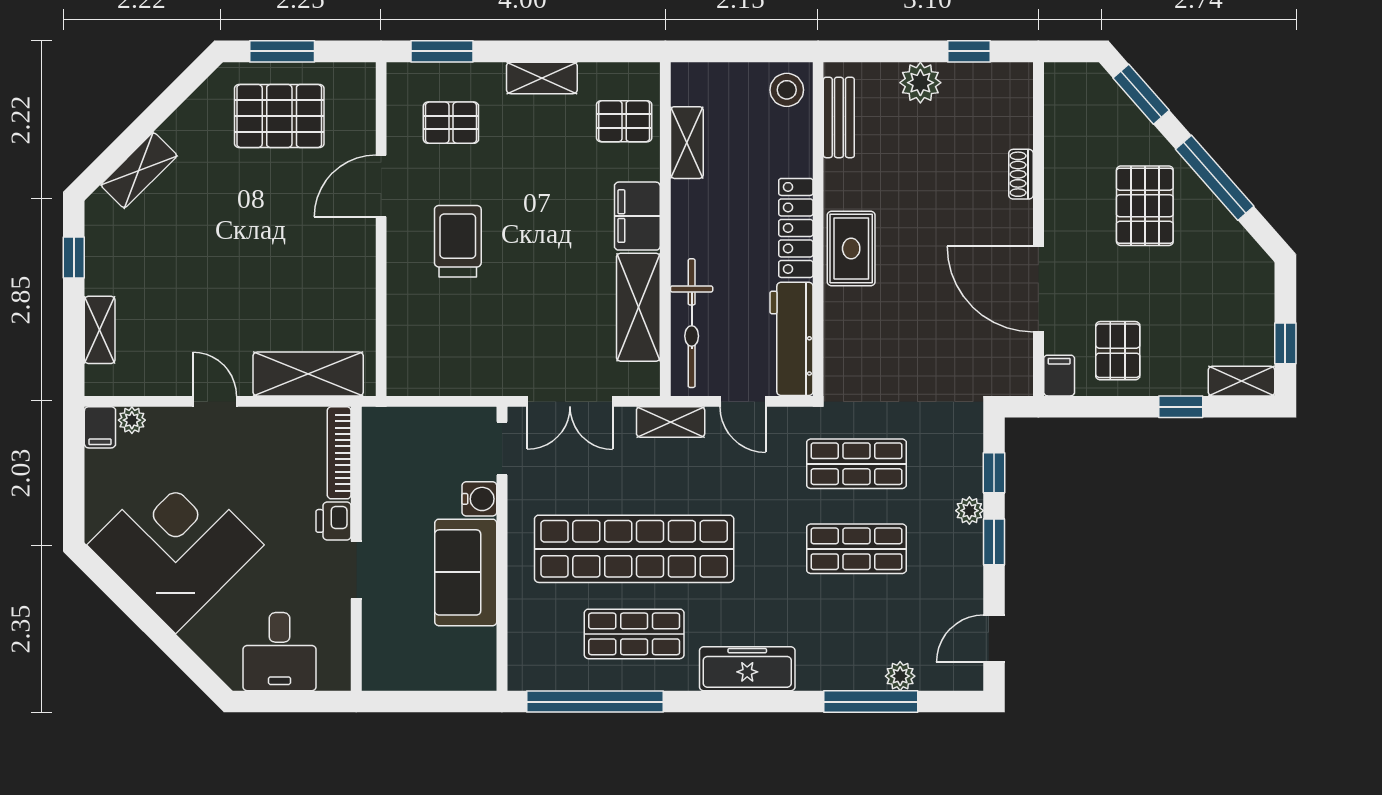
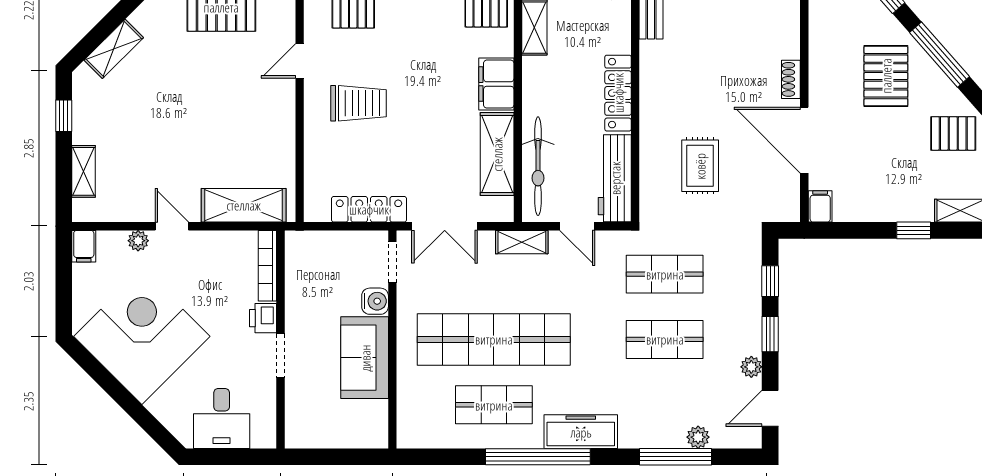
shoe rack: (1021, 174) -> (791, 79), moved
door: (381, 186) -> (300, 61), width x0.73
trolley: (458, 241) -> (358, 103), turned 90
rug: (851, 248) -> (700, 166), moved
pallet: (1118, 351) -> (953, 133), moved, turned 90
locker: (471, 379) -> (369, 209), added
plant: (132, 420) -> (138, 241), moved
plant: (969, 511) -> (751, 367), moved
window: (595, 702) -> (538, 457), moved

